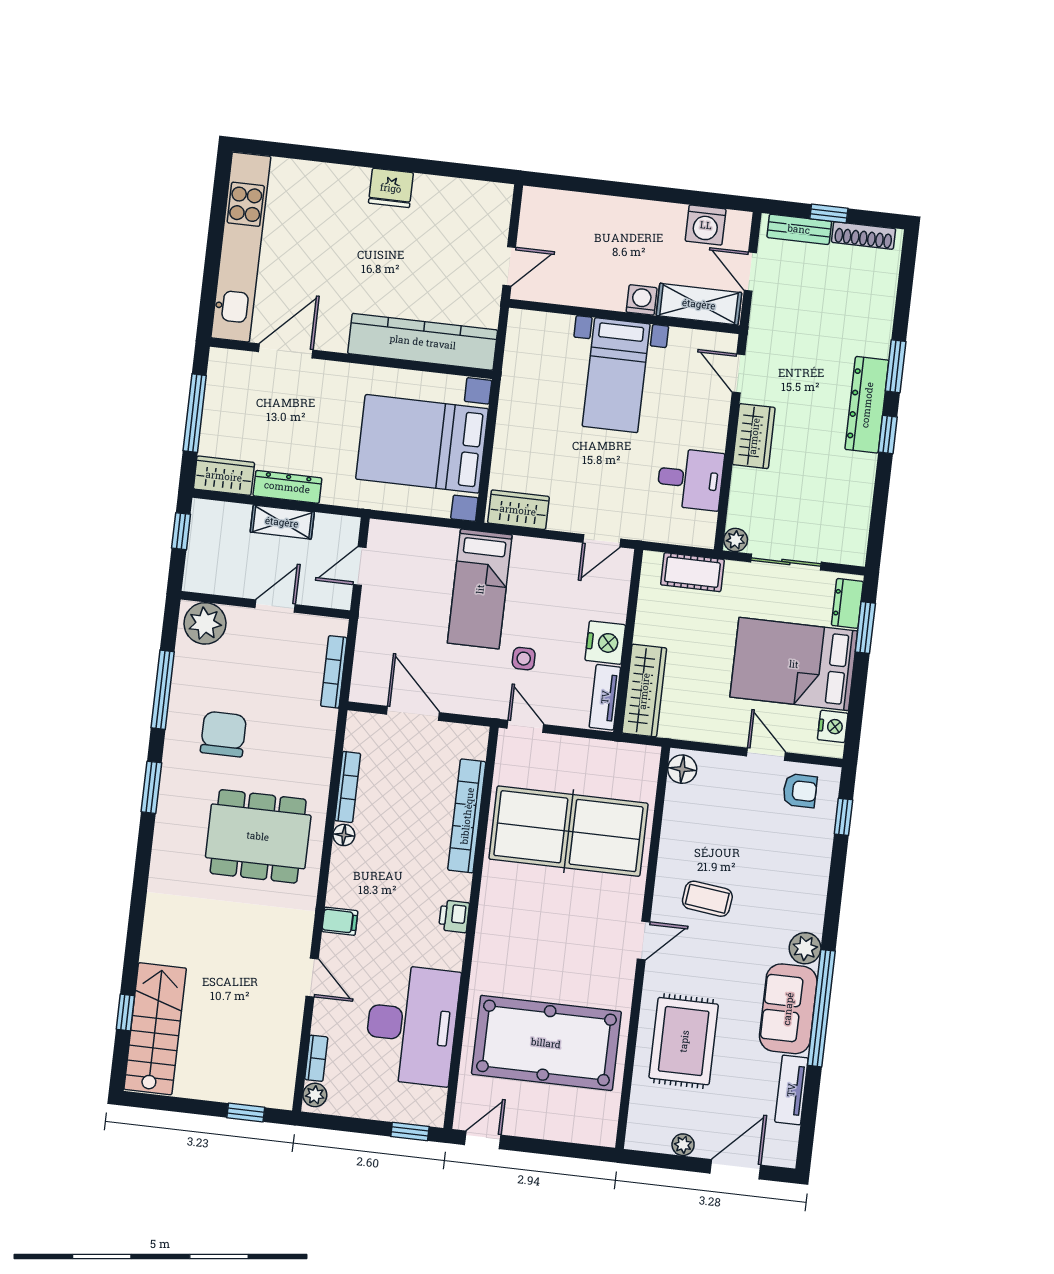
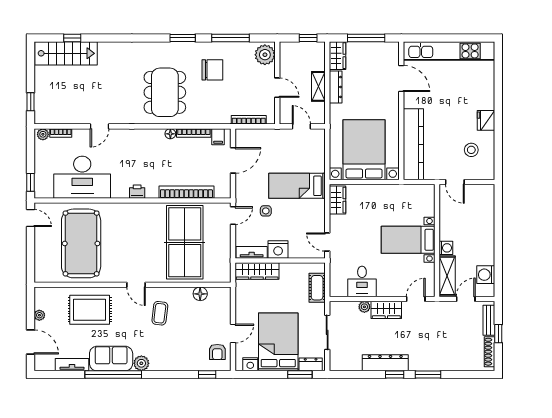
stool: (448, 225) -> (471, 150), added
dresser: (867, 405) -> (385, 363), moved
plant: (736, 540) -> (364, 307), moved
floor lamp: (682, 769) -> (200, 294), moved
filing cabinet: (340, 921) -> (218, 137), moved

